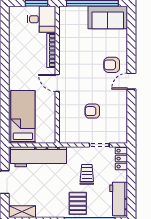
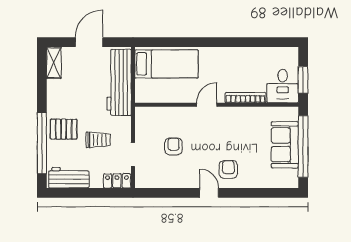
sofa: (108, 17) -> (285, 145), moved

